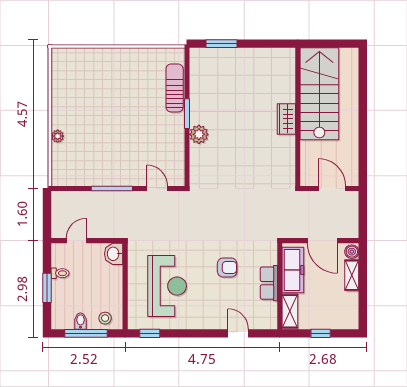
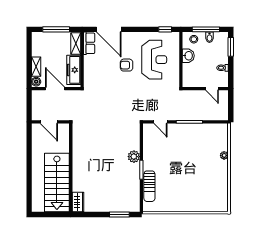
wardrobe: (286, 119) -> (78, 202), moved
door: (76, 241) -> (212, 89), hinge flipped
washbasin: (114, 254) -> (188, 56), moved
armchair: (227, 267) -> (127, 65), moved
row of seats: (269, 283) -> (89, 43), moved
reception desk: (167, 286) -> (154, 60), turned 180
window: (47, 288) -> (231, 47), moved
door: (238, 333) -> (109, 29), width x1.88
window: (321, 333) -> (56, 29), width x2.17

